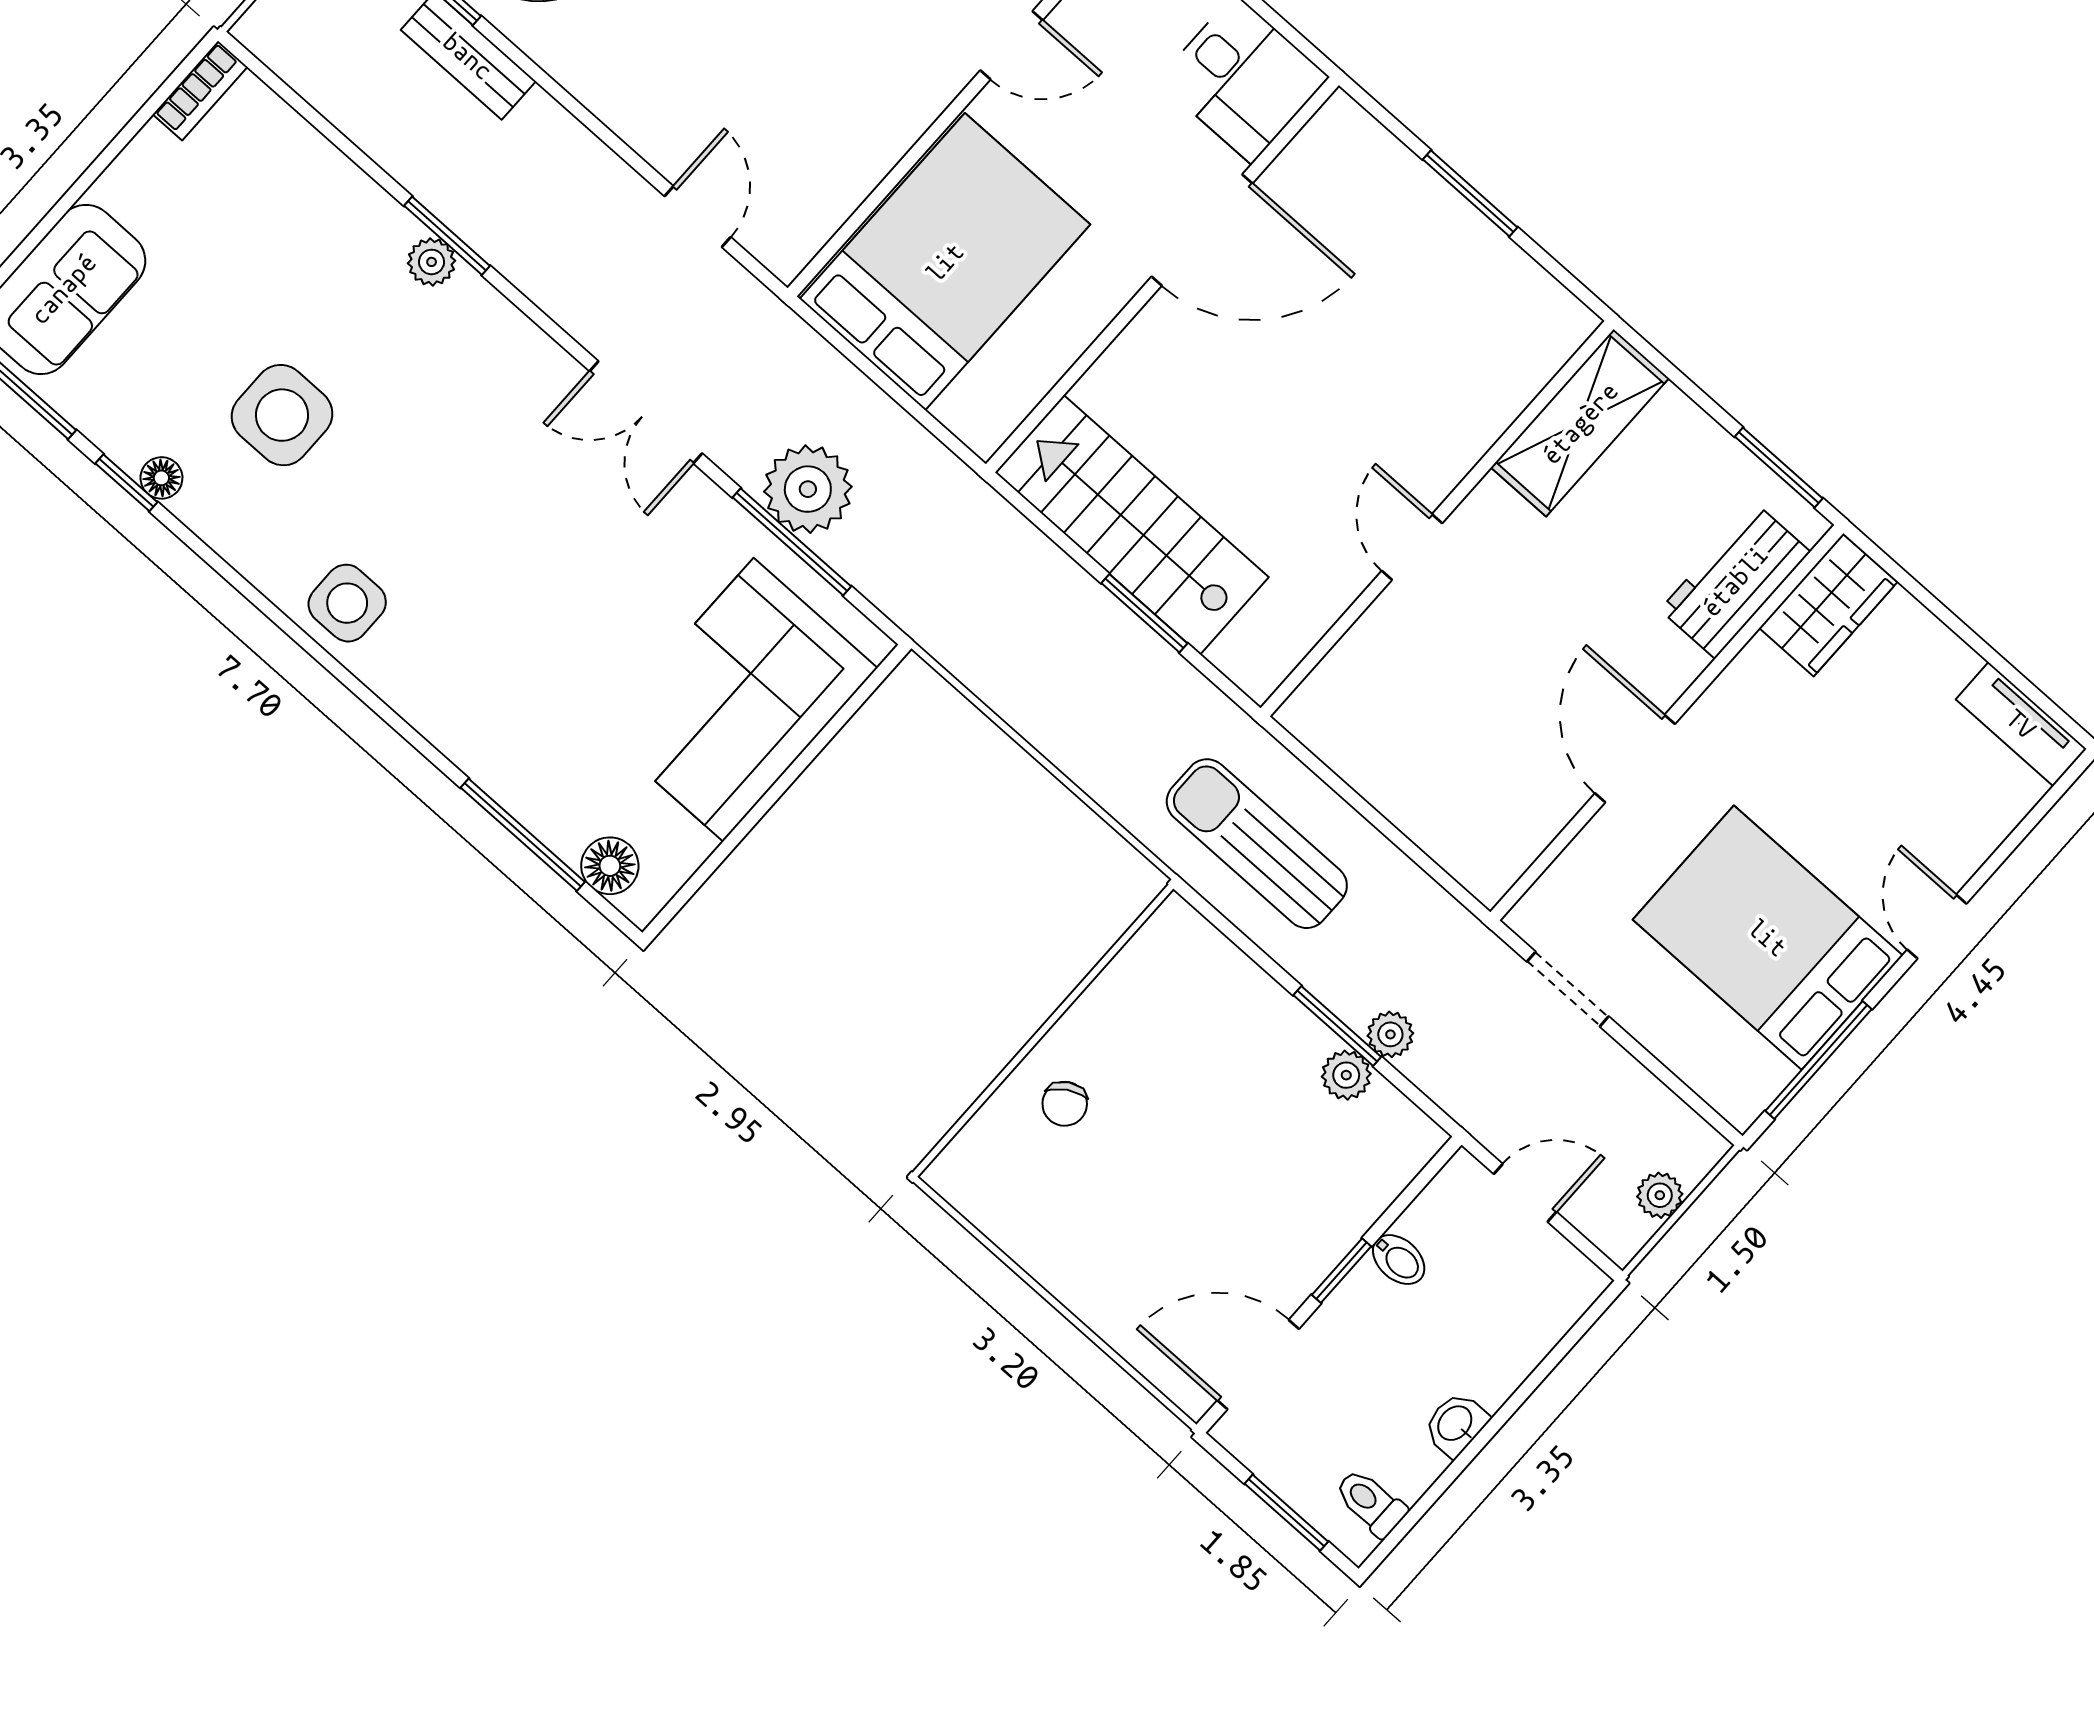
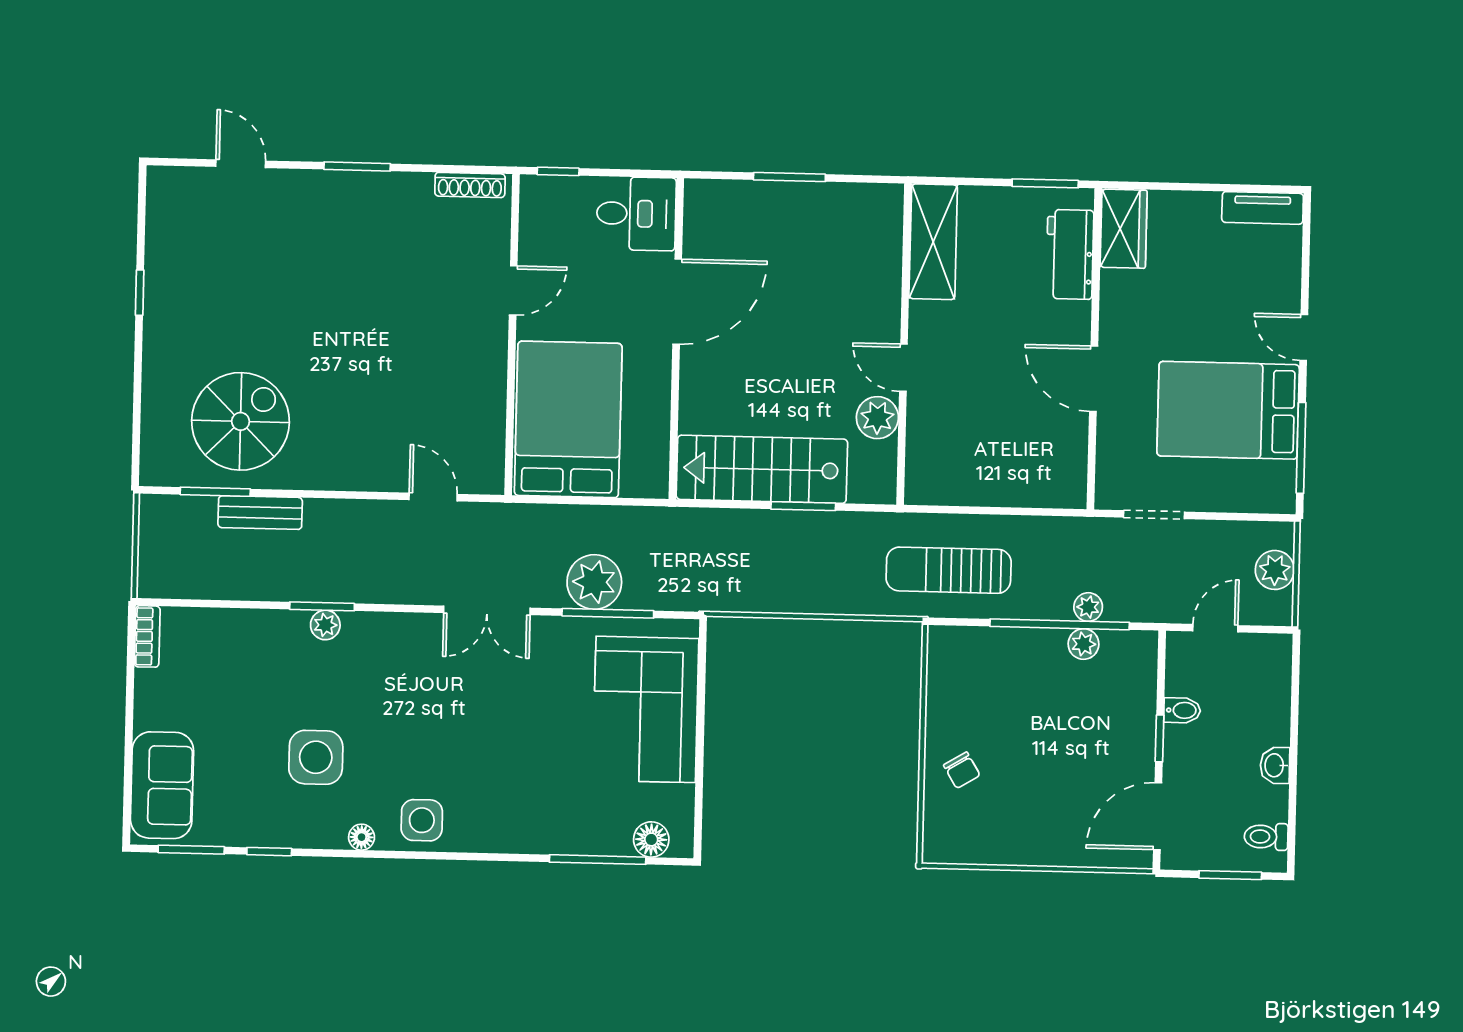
floor lamp: (161, 478) -> (362, 837), moved
plant: (1328, 581) -> (877, 418), added
window: (1337, 1026) -> (1060, 624), width x2.11
plant: (1660, 1195) -> (1275, 570), width x1.38, depth x1.38

